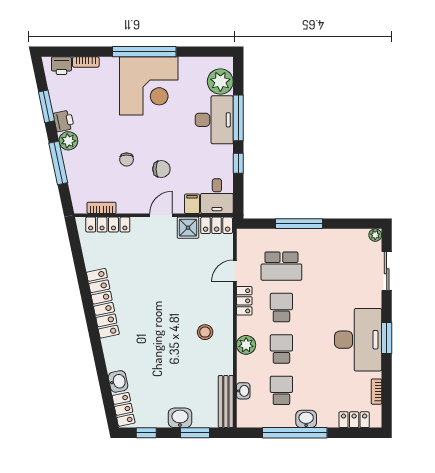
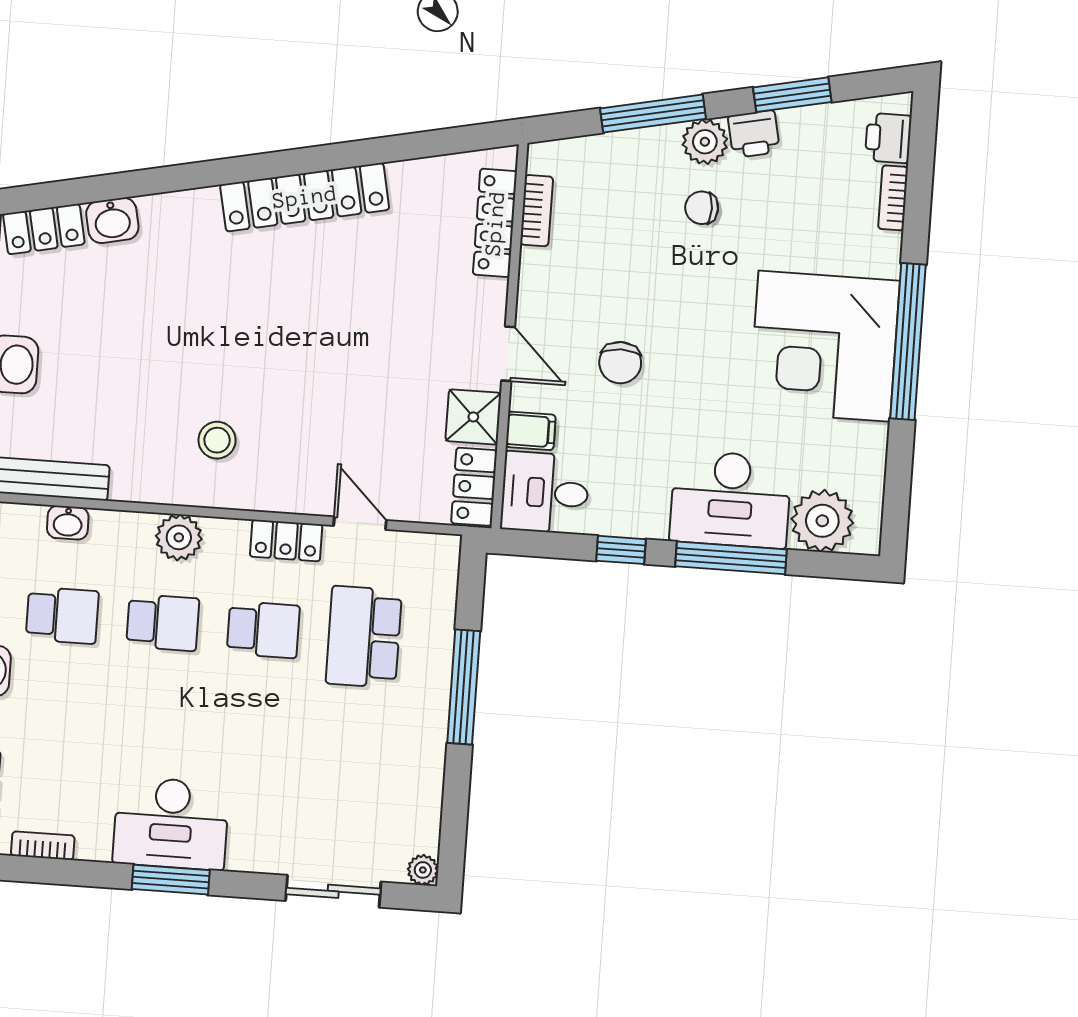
chair: (127, 159) -> (702, 208), moved
desk: (358, 340) -> (171, 823), width x0.73, depth x0.77

